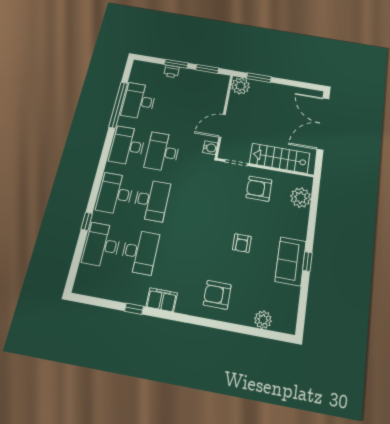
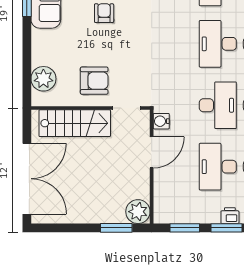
desk: (173, 107) -> (218, 167), added

